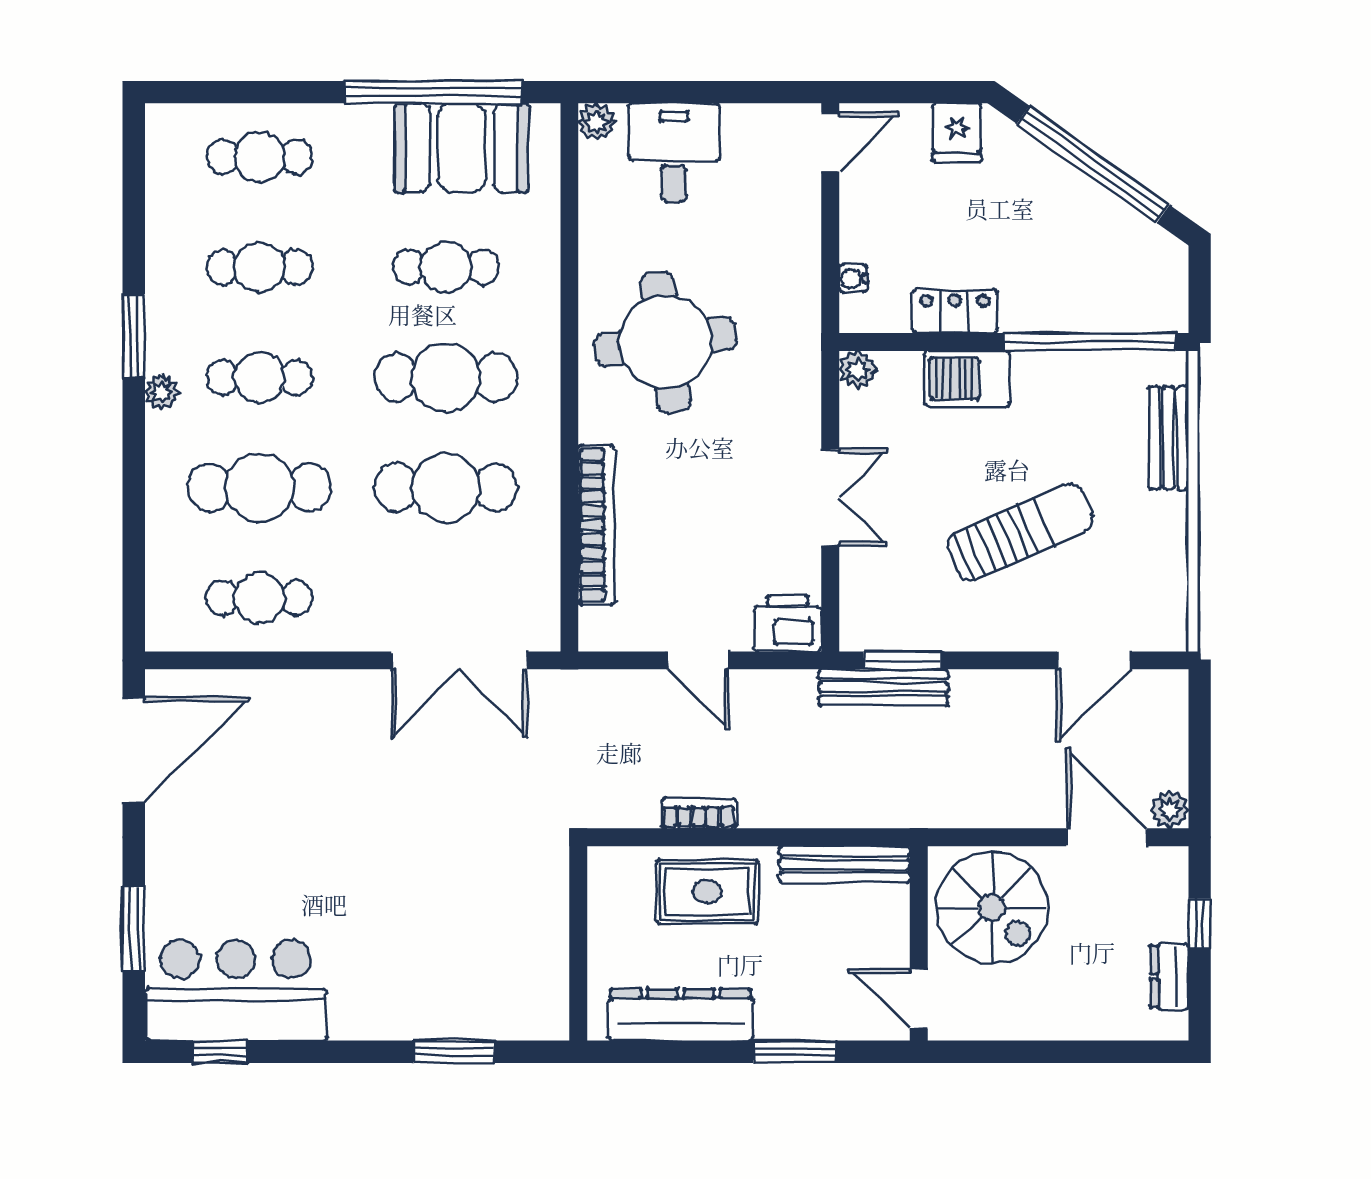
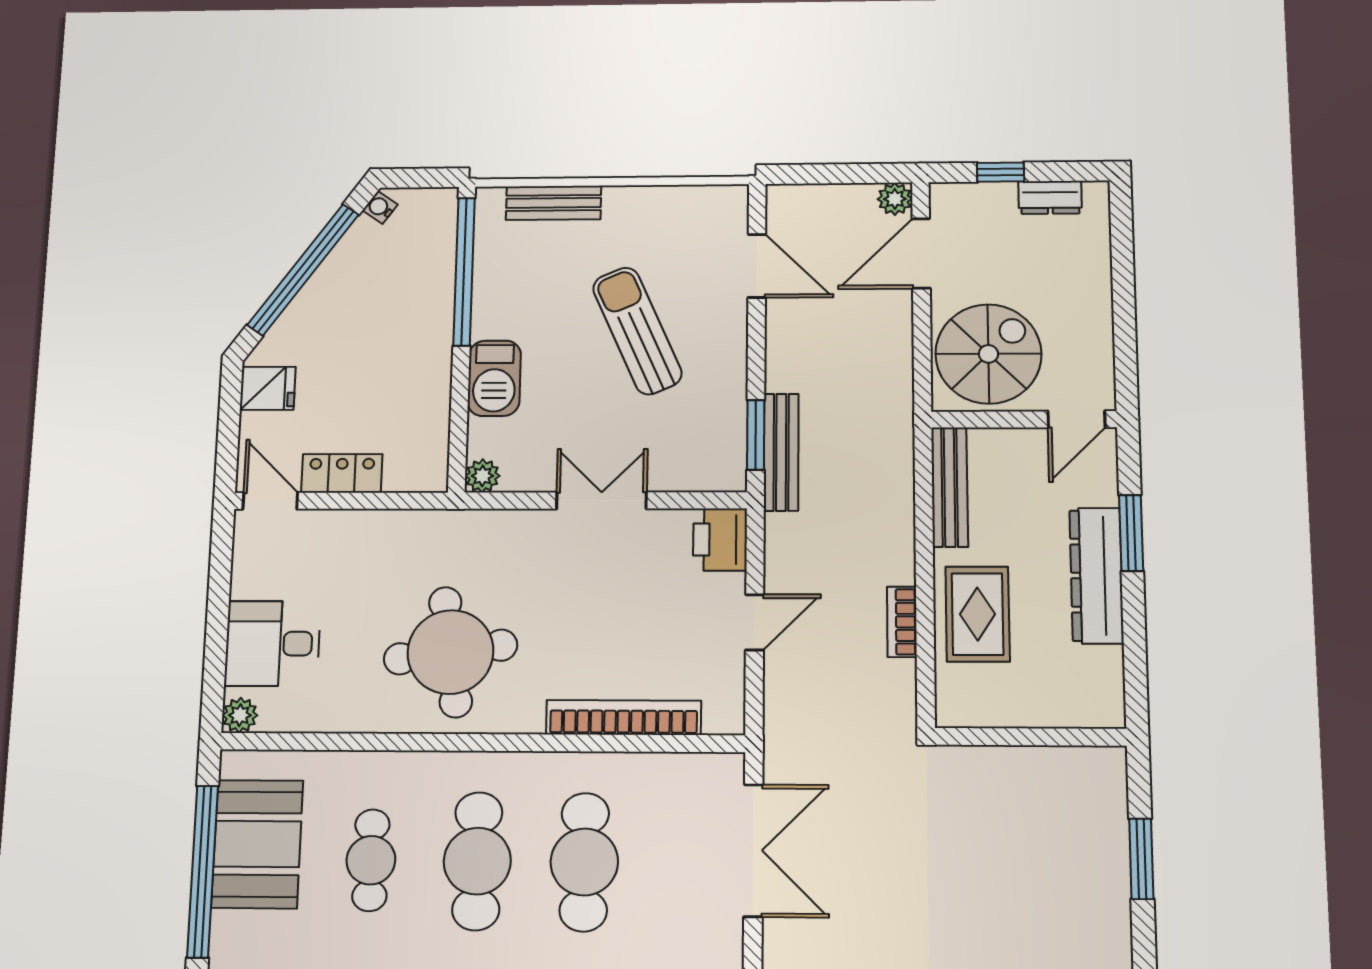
water cooler: (853, 278) -> (380, 207), moved, turned 125
locker: (955, 311) -> (342, 473), moved, turned 90
dresser: (681, 1015) -> (1096, 576), moved

